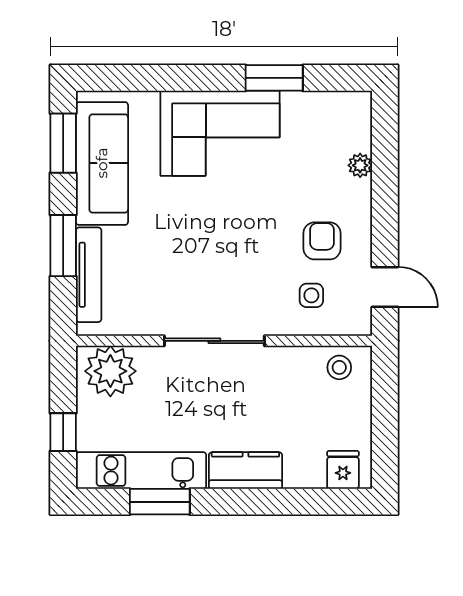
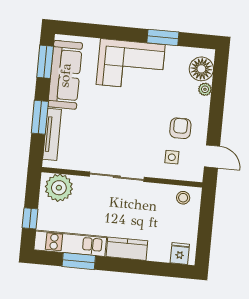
floor lamp: (350, 129) -> (201, 69), added

